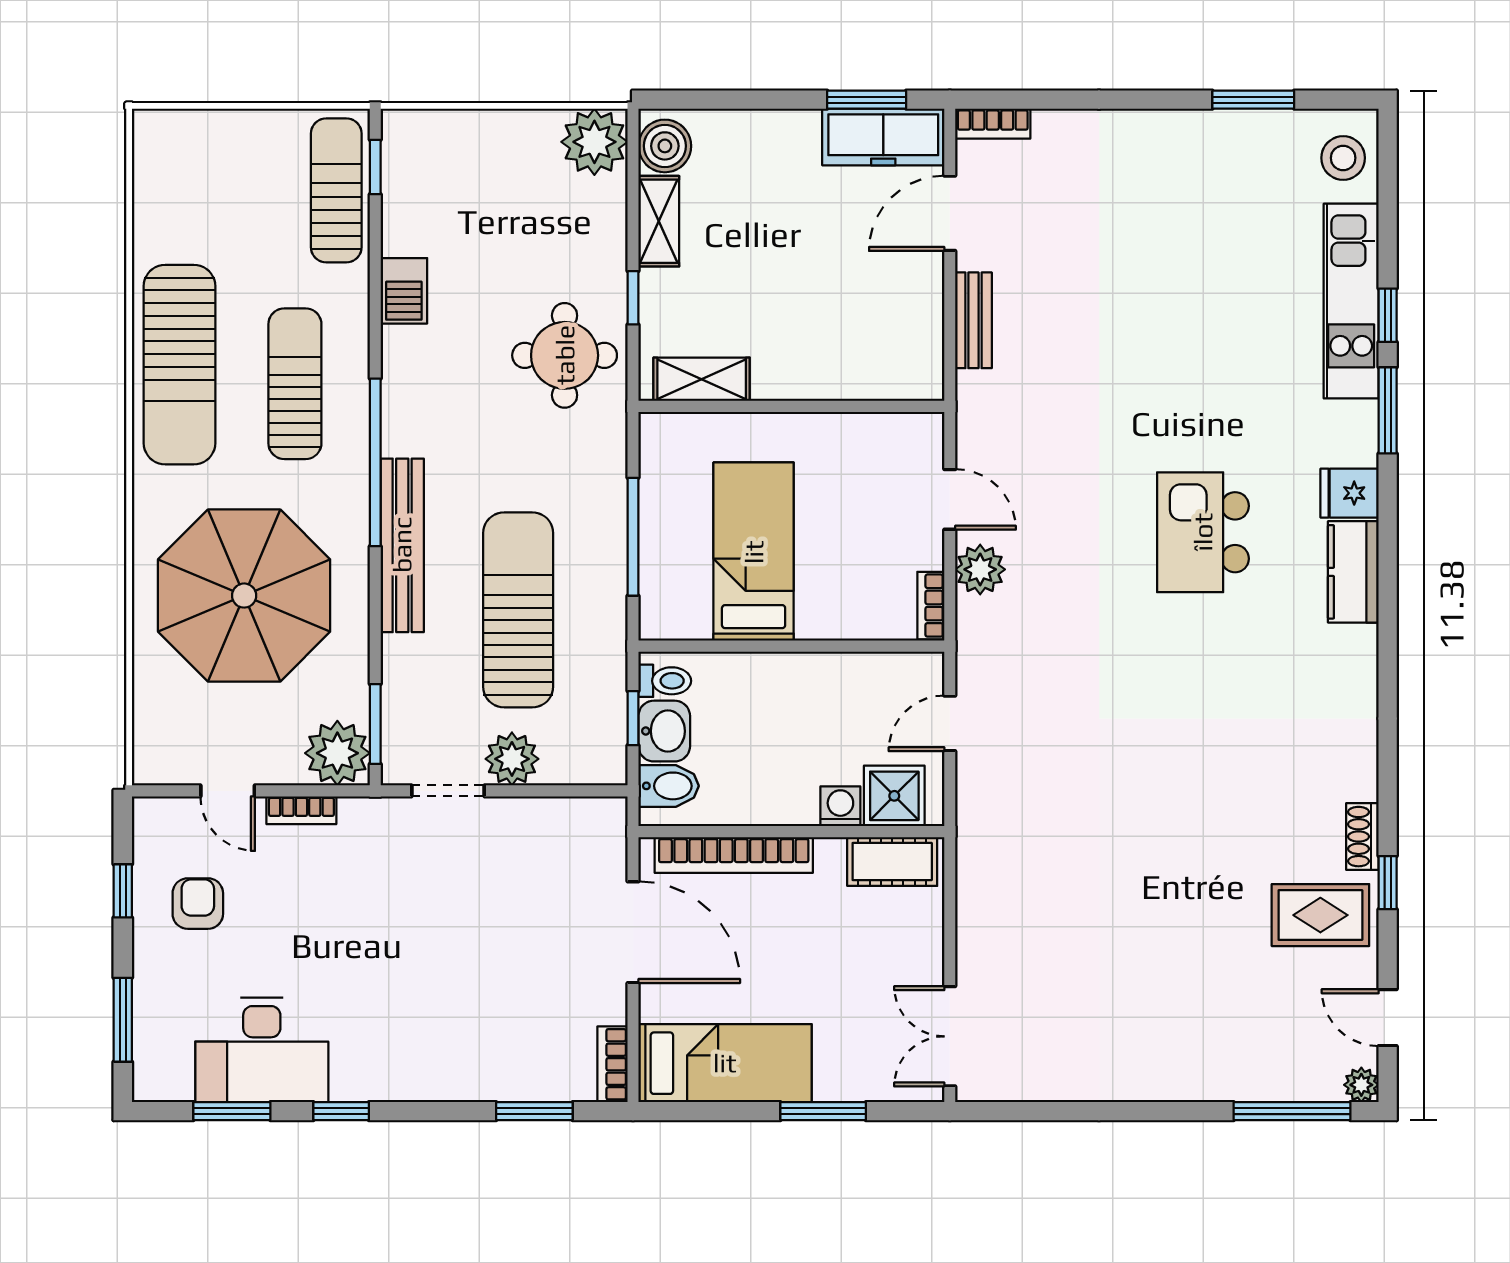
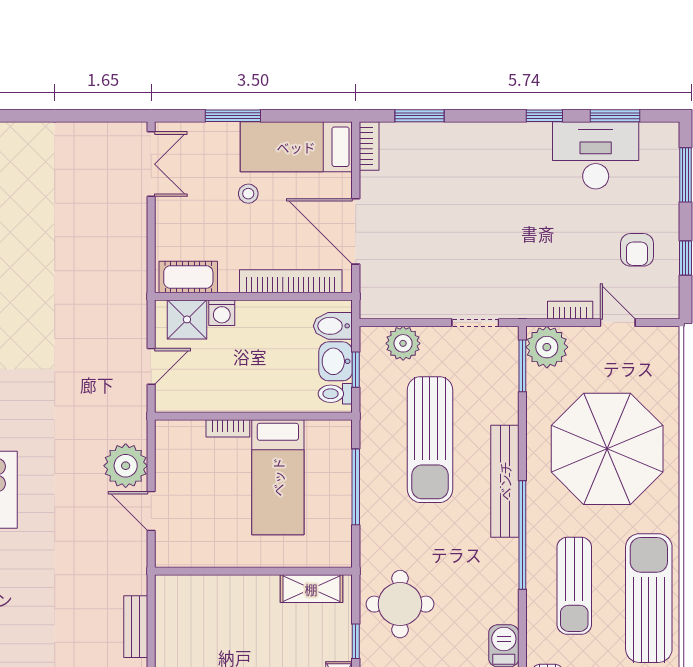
plant: (980, 569) -> (126, 466), width x1.36, depth x1.36
bookcase: (931, 606) -> (228, 428), moved, turned 90
plant: (512, 759) -> (403, 343), moved
stool: (799, 991) -> (248, 194), added

